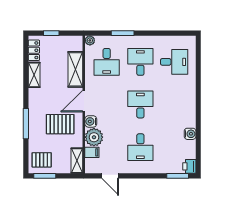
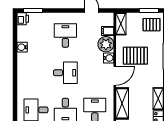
desk: (140, 105) -> (65, 73), turned -90

